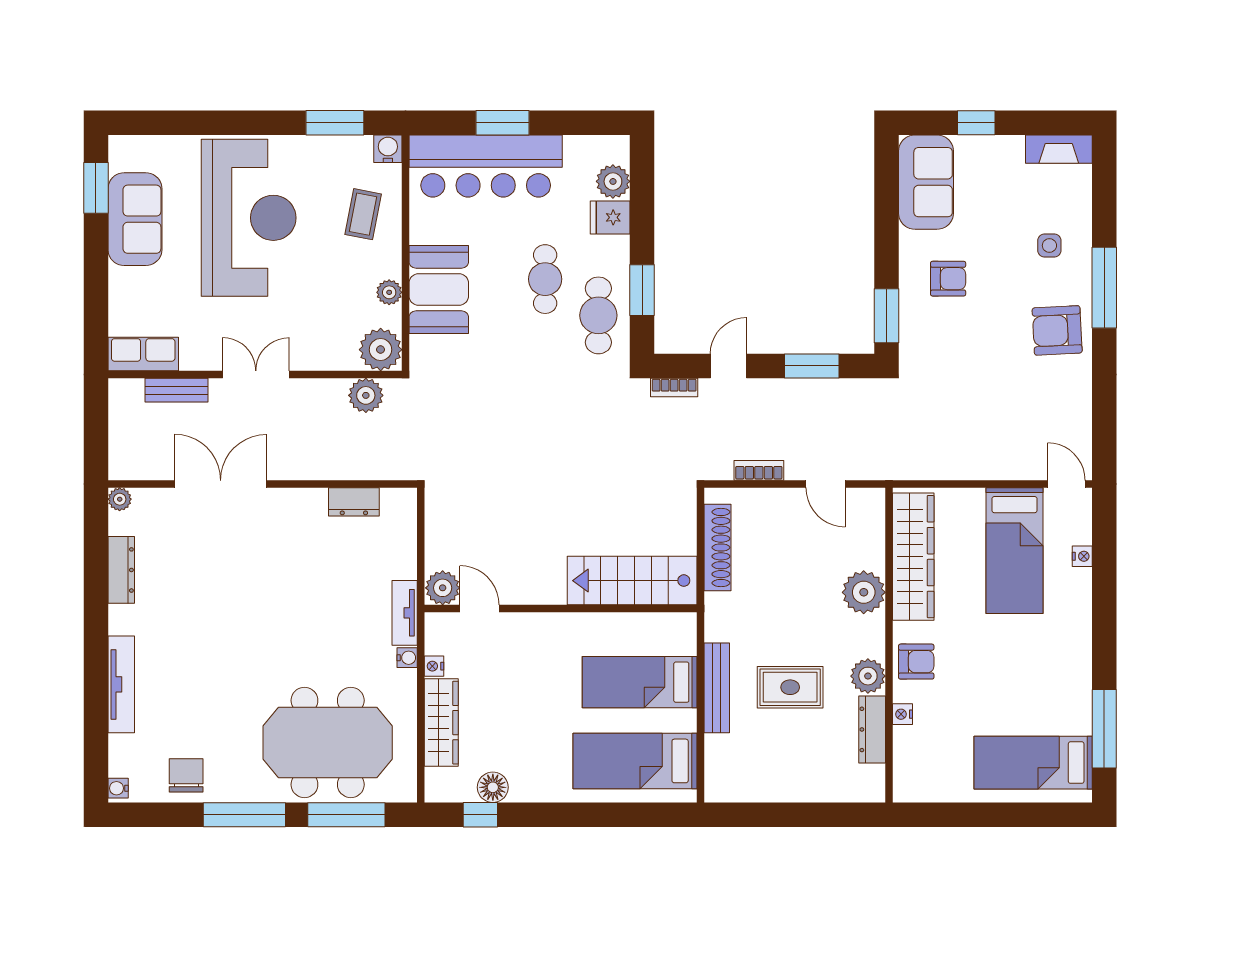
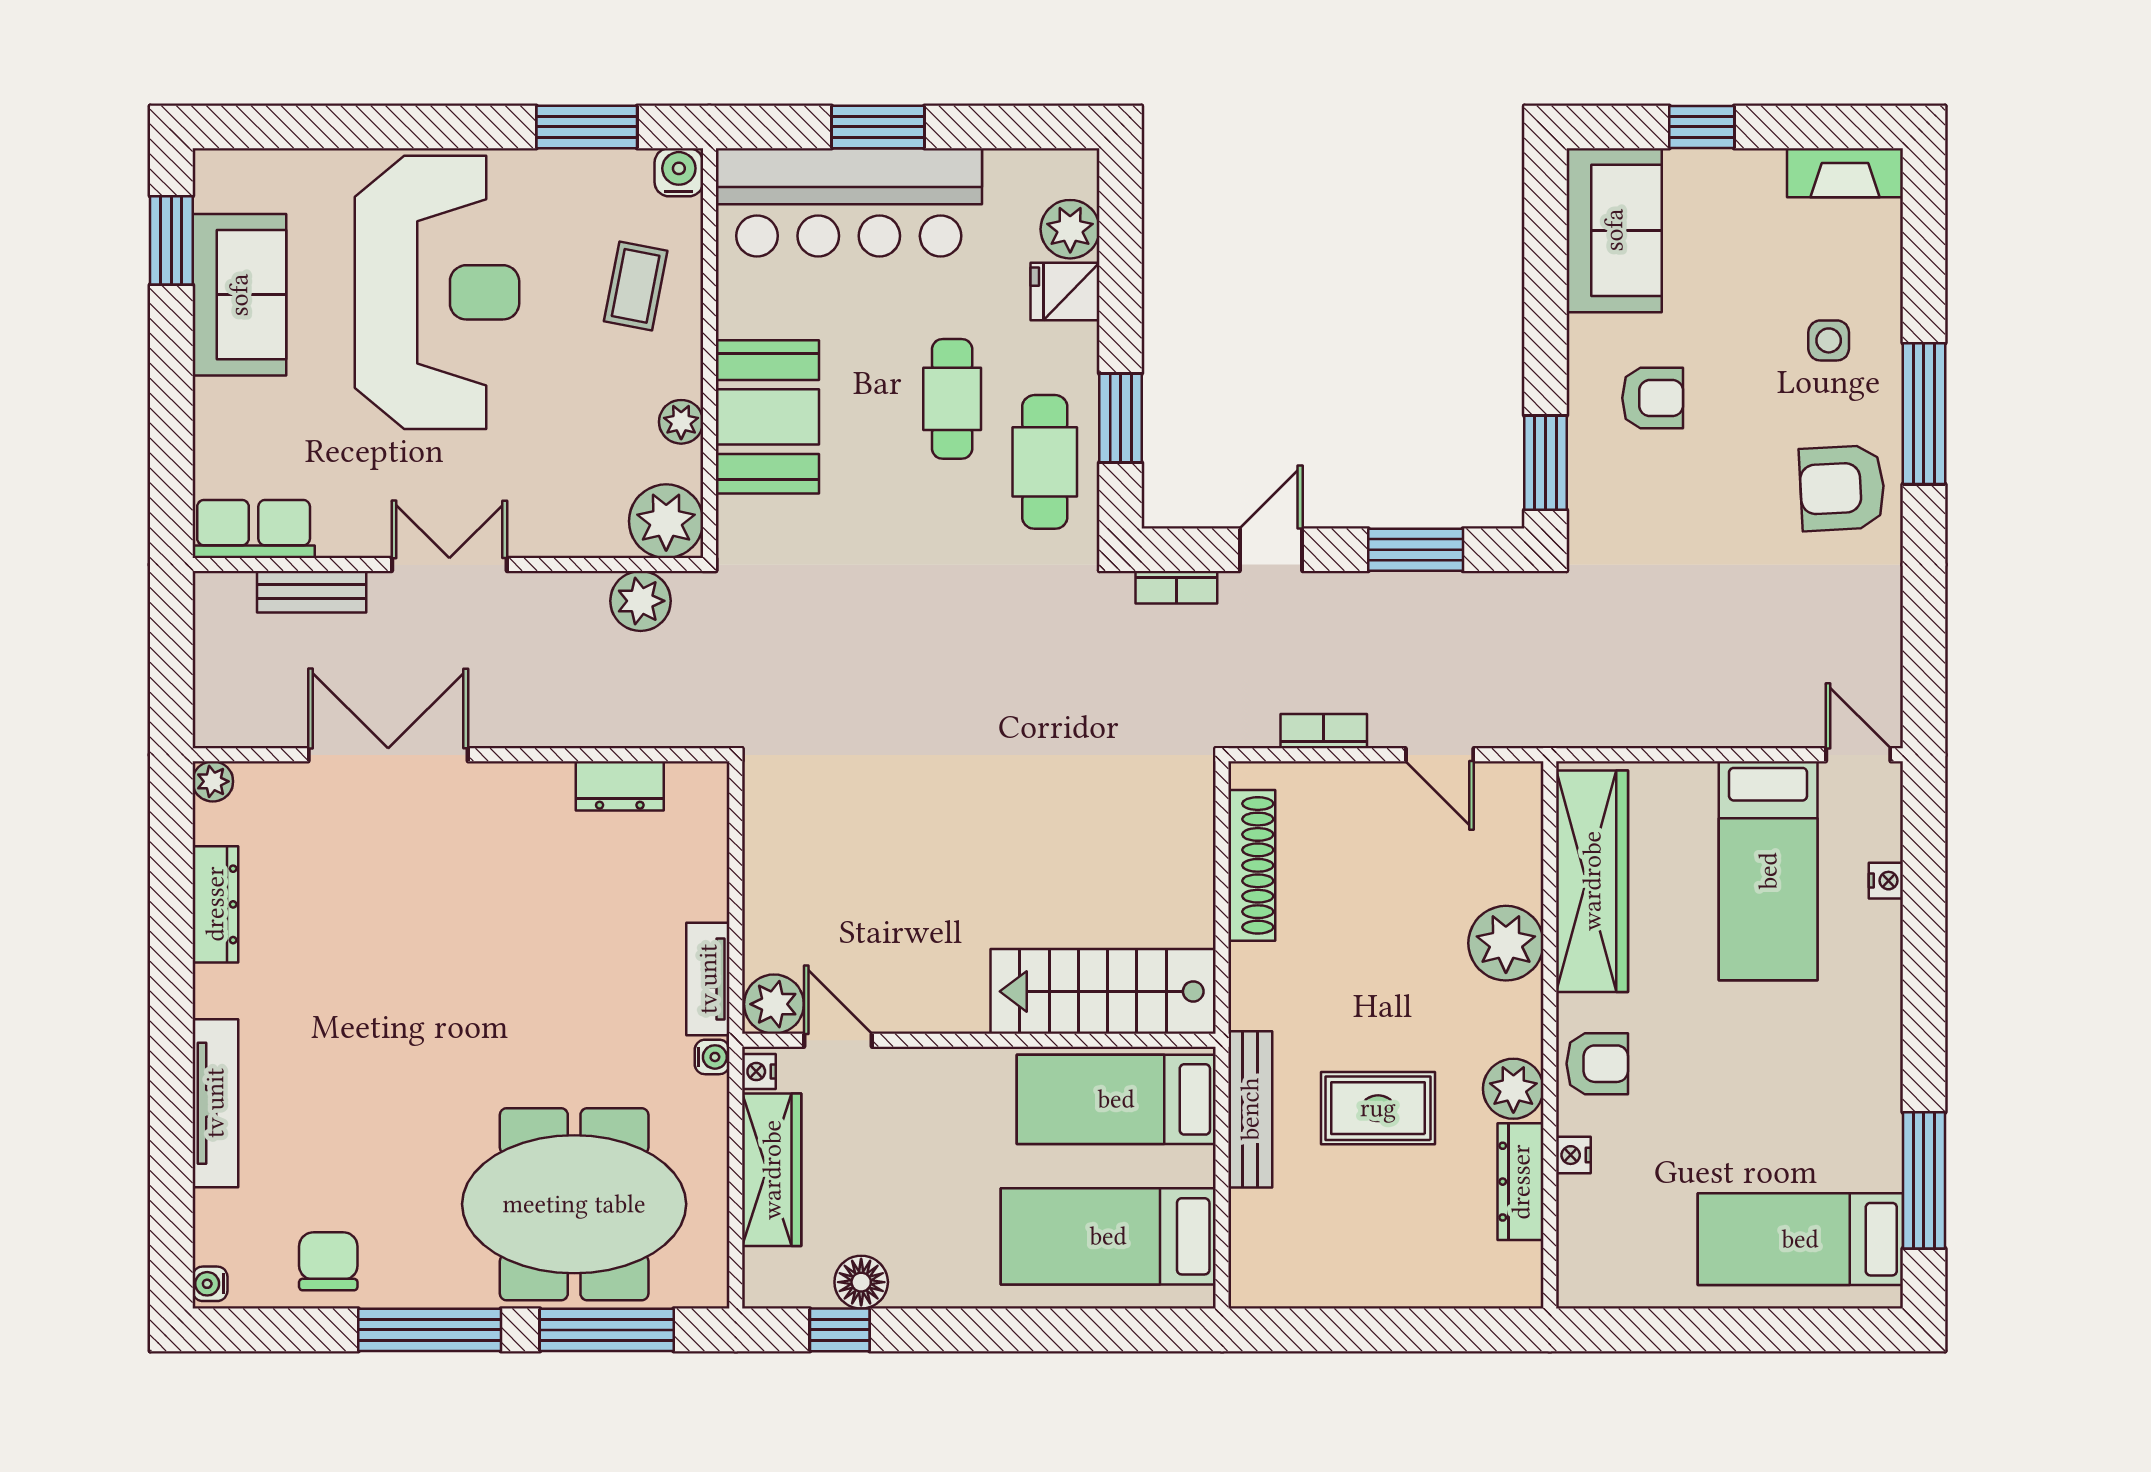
stairs: (632, 581) -> (1103, 991), moved
plant: (443, 588) -> (774, 1004), moved
door: (479, 609) -> (838, 1040), moved
wall: (561, 609) -> (979, 1040), moved

